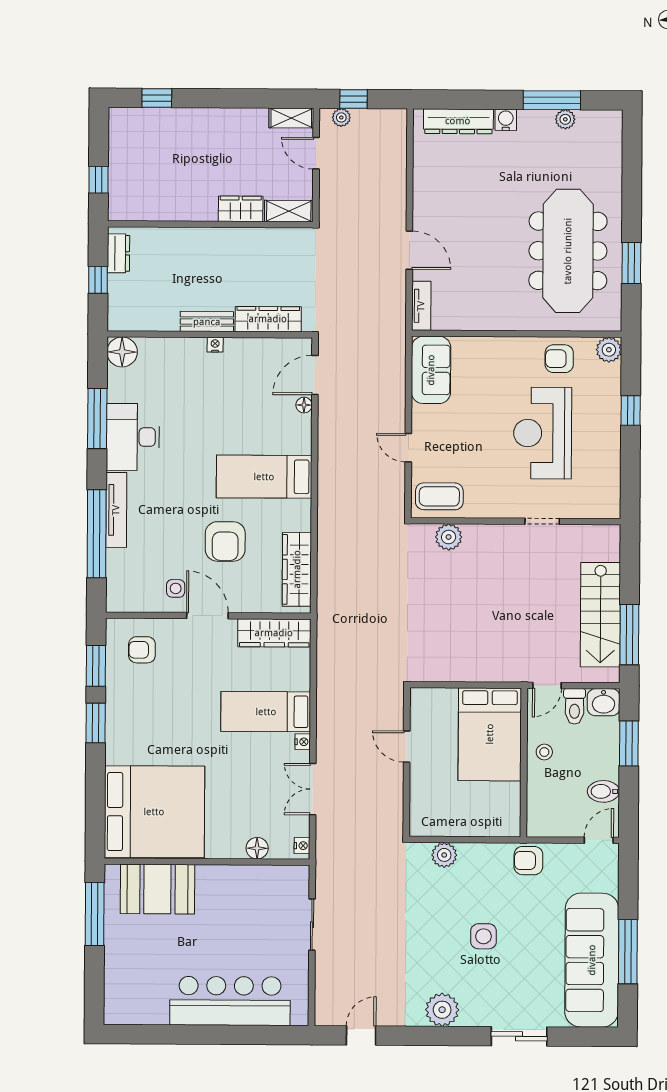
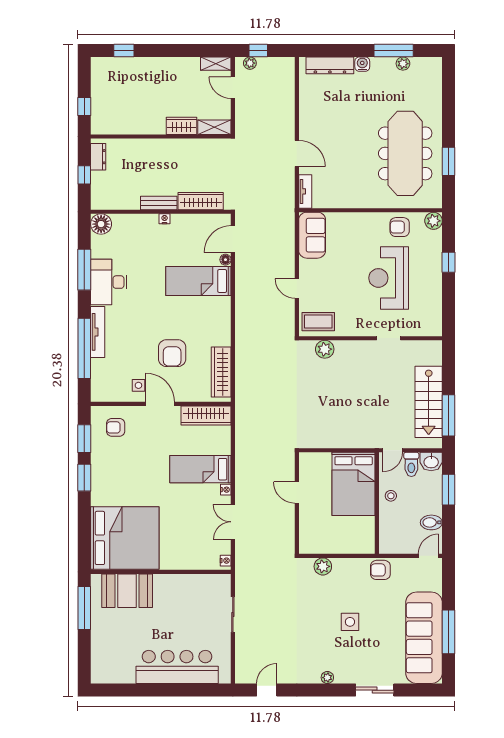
bed: (264, 477) -> (198, 281), moved
floor lamp: (257, 848) -> (195, 562), removed
plant: (442, 1010) -> (327, 678), width x0.53, depth x0.53

